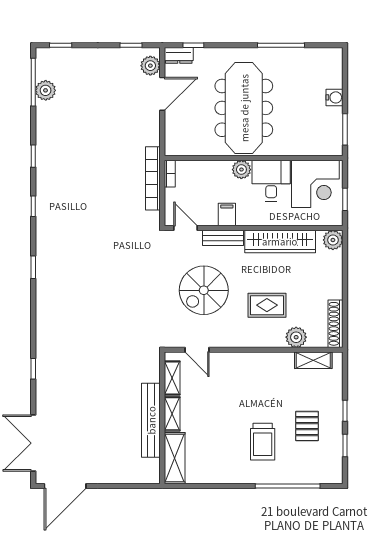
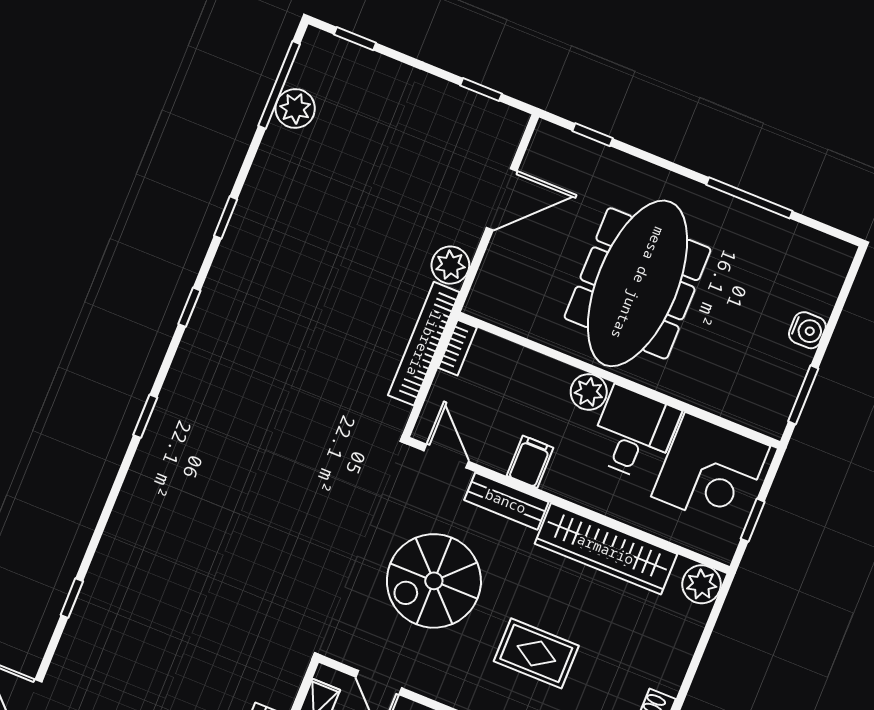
dresser: (179, 55) -> (559, 142), removed
plant: (150, 66) -> (450, 265), moved

